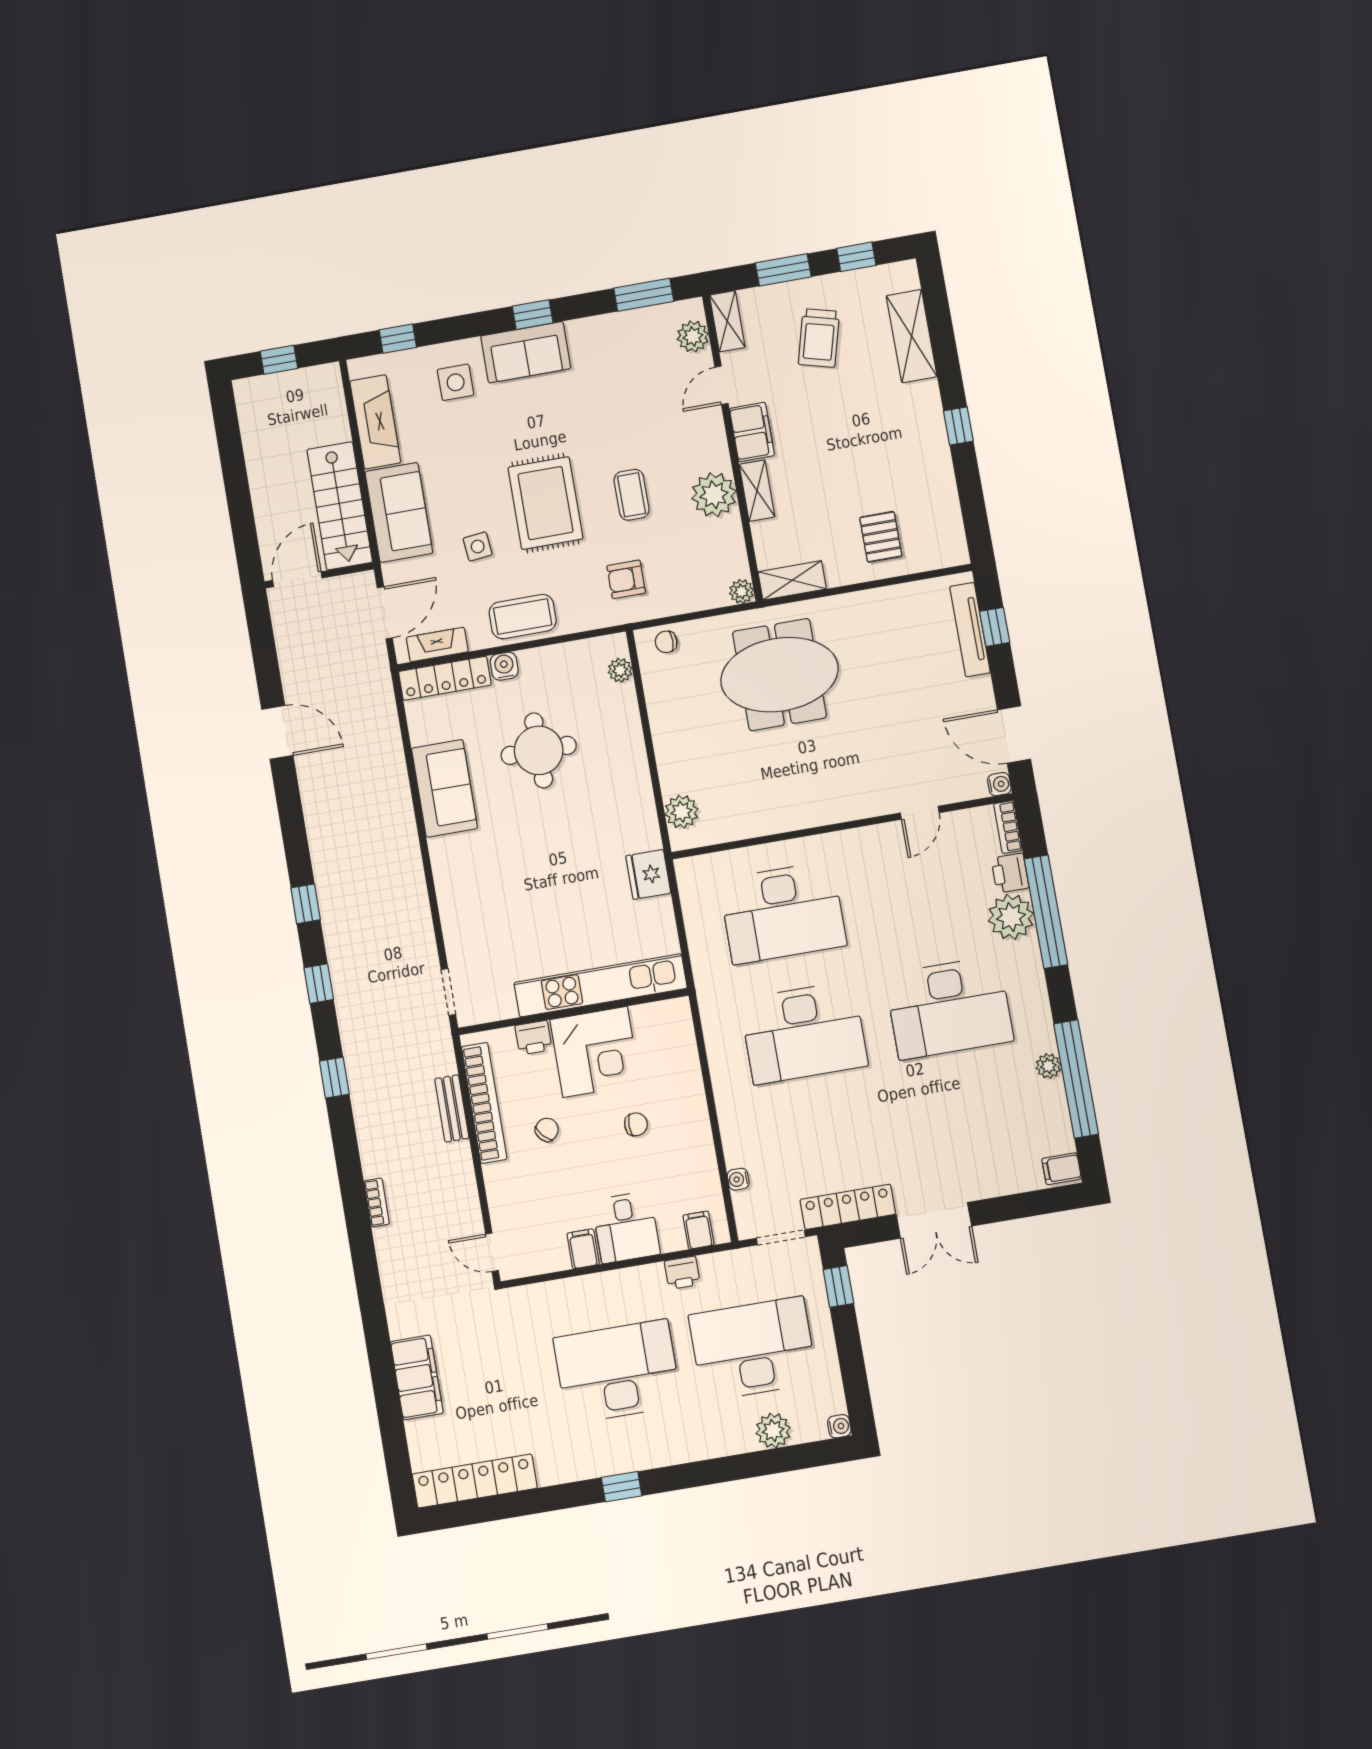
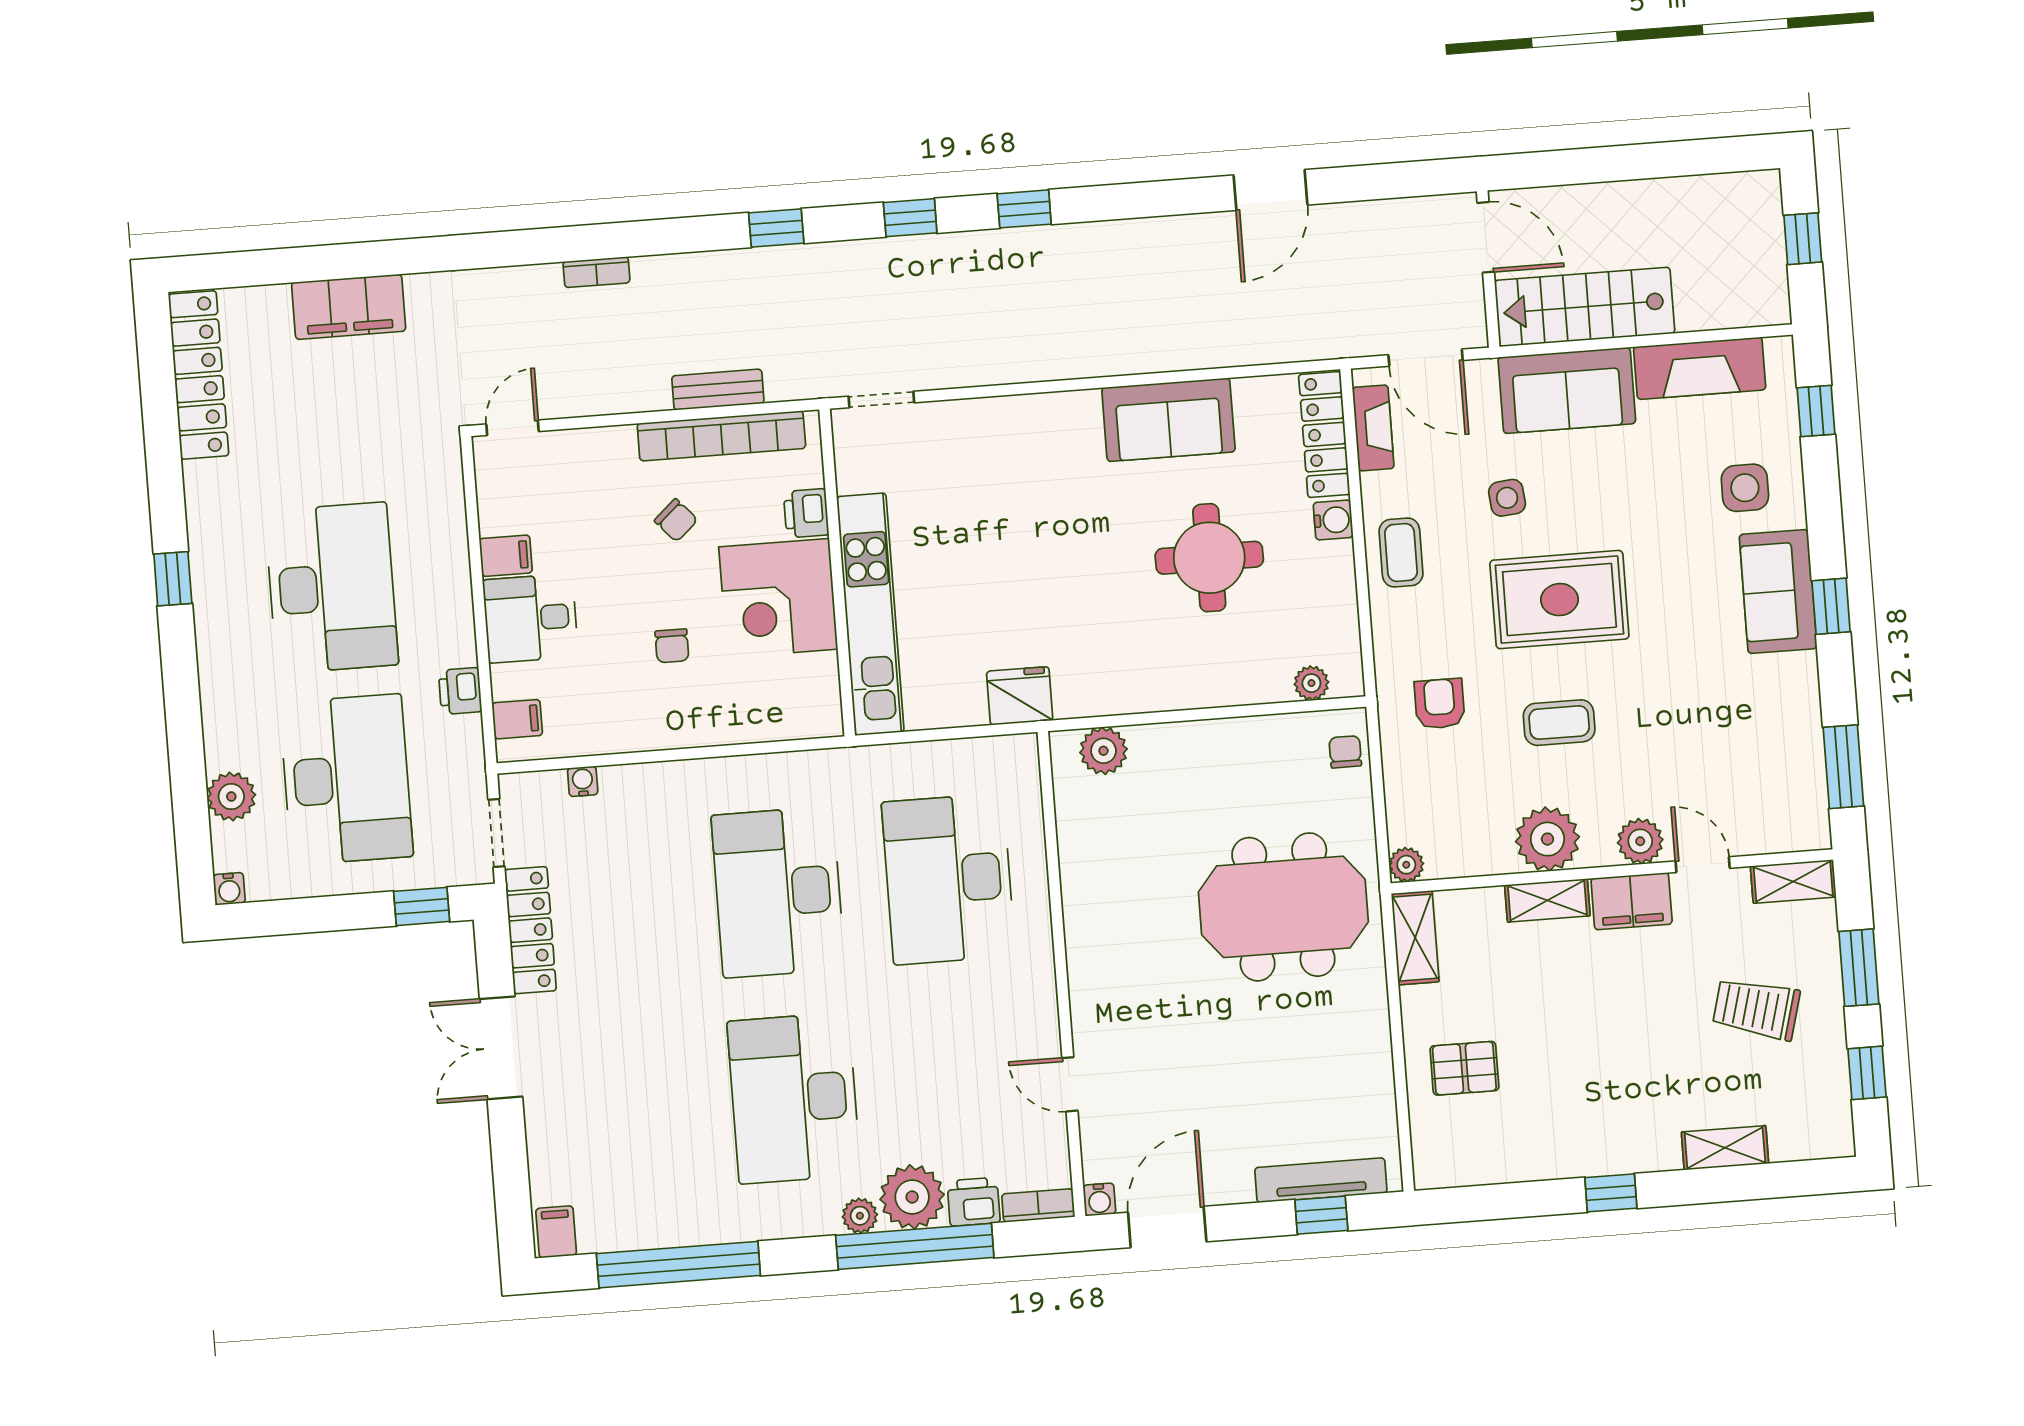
plant: (693, 336) -> (1640, 841), moved
shelving: (912, 336) -> (1725, 1148), width x0.67, depth x0.75
coffee table: (523, 617) -> (1401, 552), width x0.73, depth x0.77
meeting table: (779, 675) -> (1283, 907), turned 90
plant: (1048, 1066) -> (860, 1216), moved

